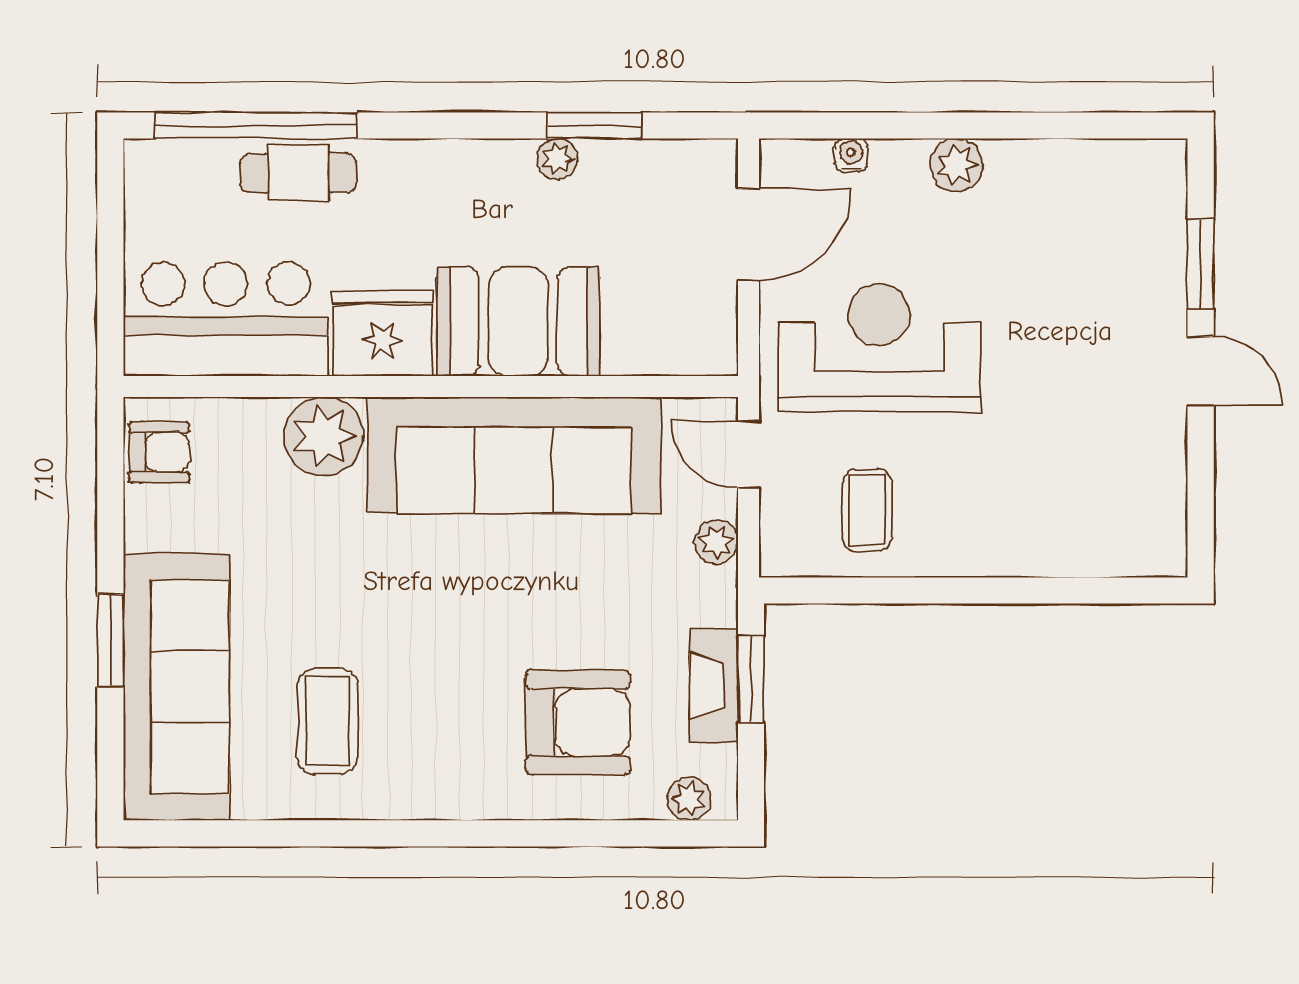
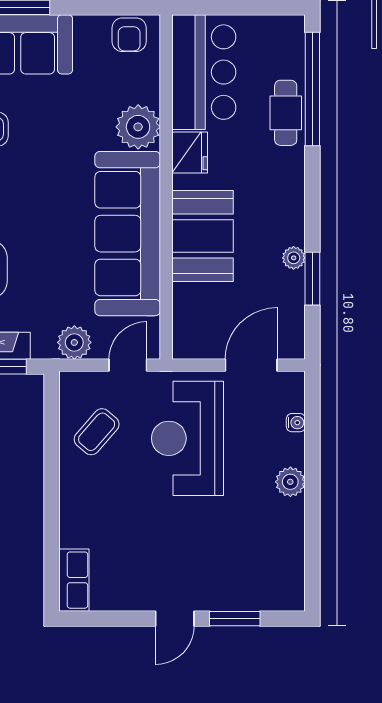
door: (748, 235) -> (251, 365), swing flipped
fridge: (383, 334) -> (190, 153), width x0.73, depth x0.75
reception desk: (879, 348) -> (188, 438), turned 180
coffee table: (867, 510) -> (97, 432), turned -49
plant: (716, 542) -> (74, 342), width x1.38, depth x1.38
row of seats: (1132, 551) -> (74, 580), added

